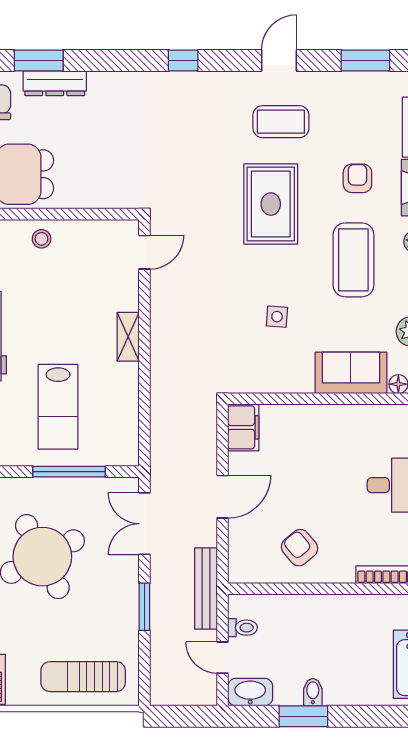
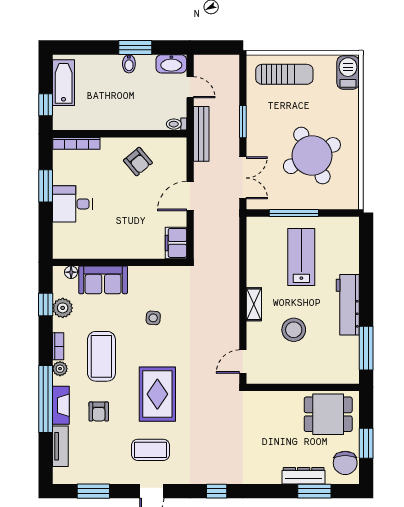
stool: (42, 239) -> (294, 330), moved, width x1.89, depth x1.89
toilet: (243, 628) -> (176, 124), moved

